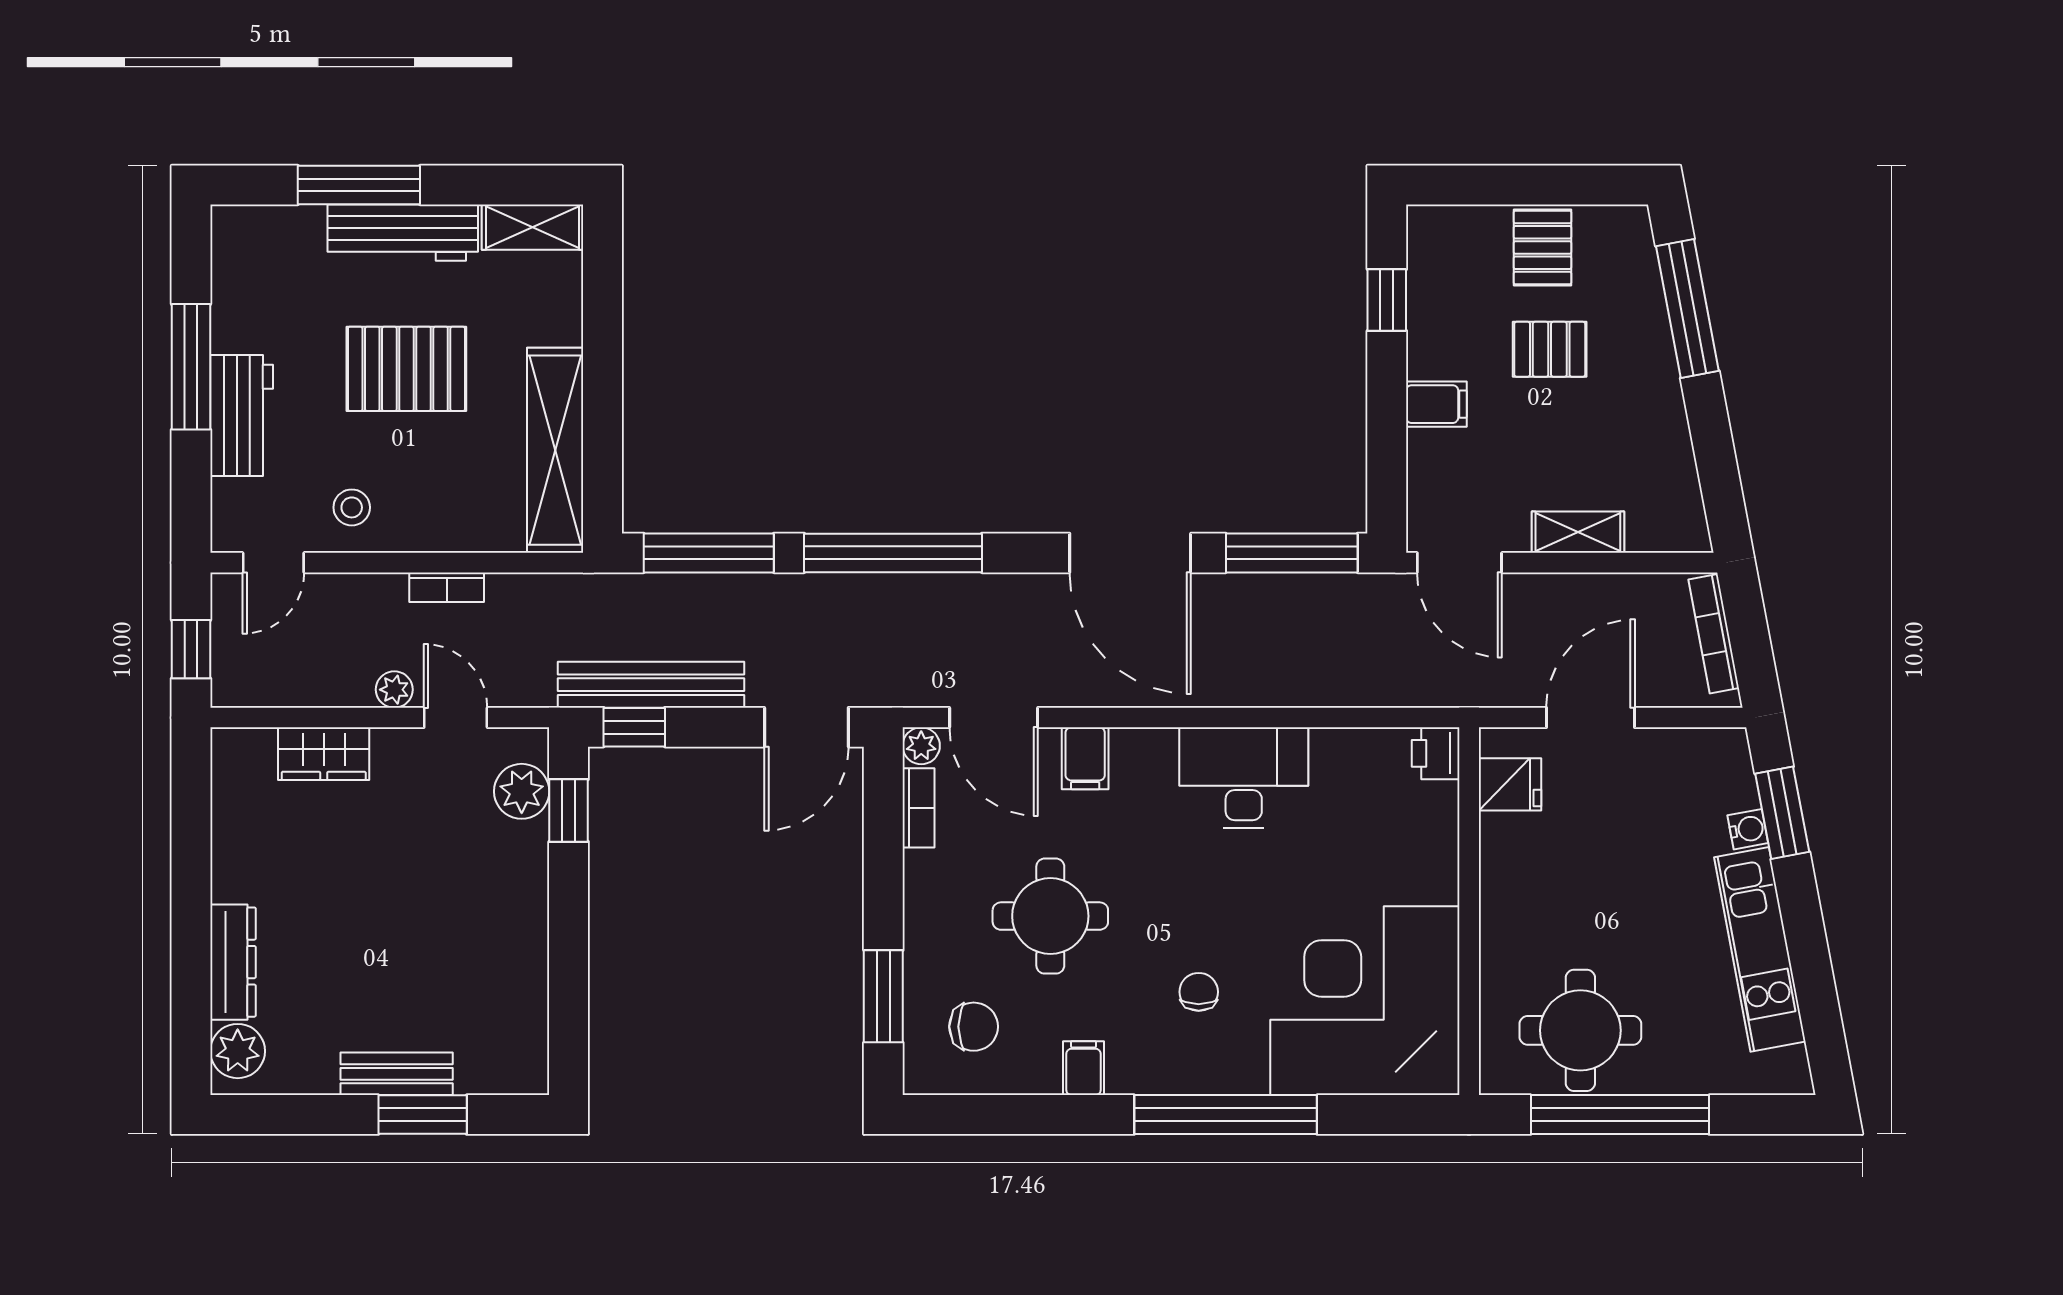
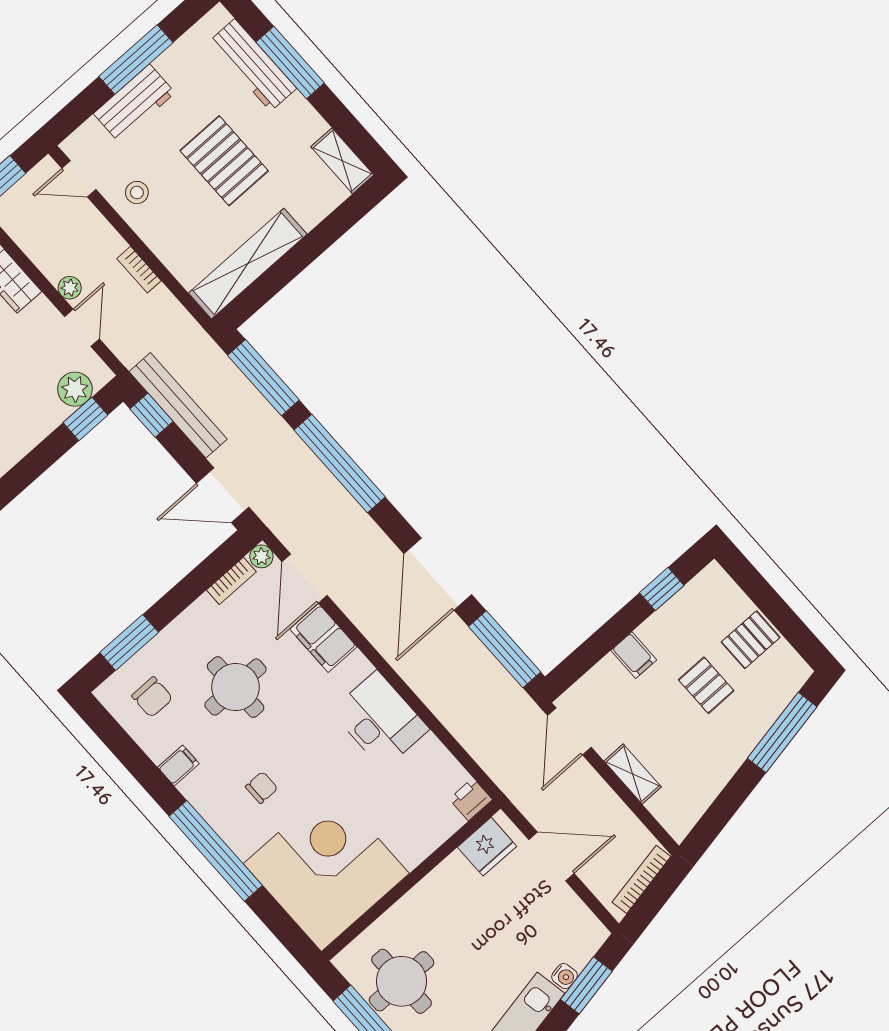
workbench: (403, 233) -> (253, 65), moved
filing cabinet: (1085, 758) -> (323, 638), width x2.00
fridge: (1510, 784) -> (487, 847), width x1.38

